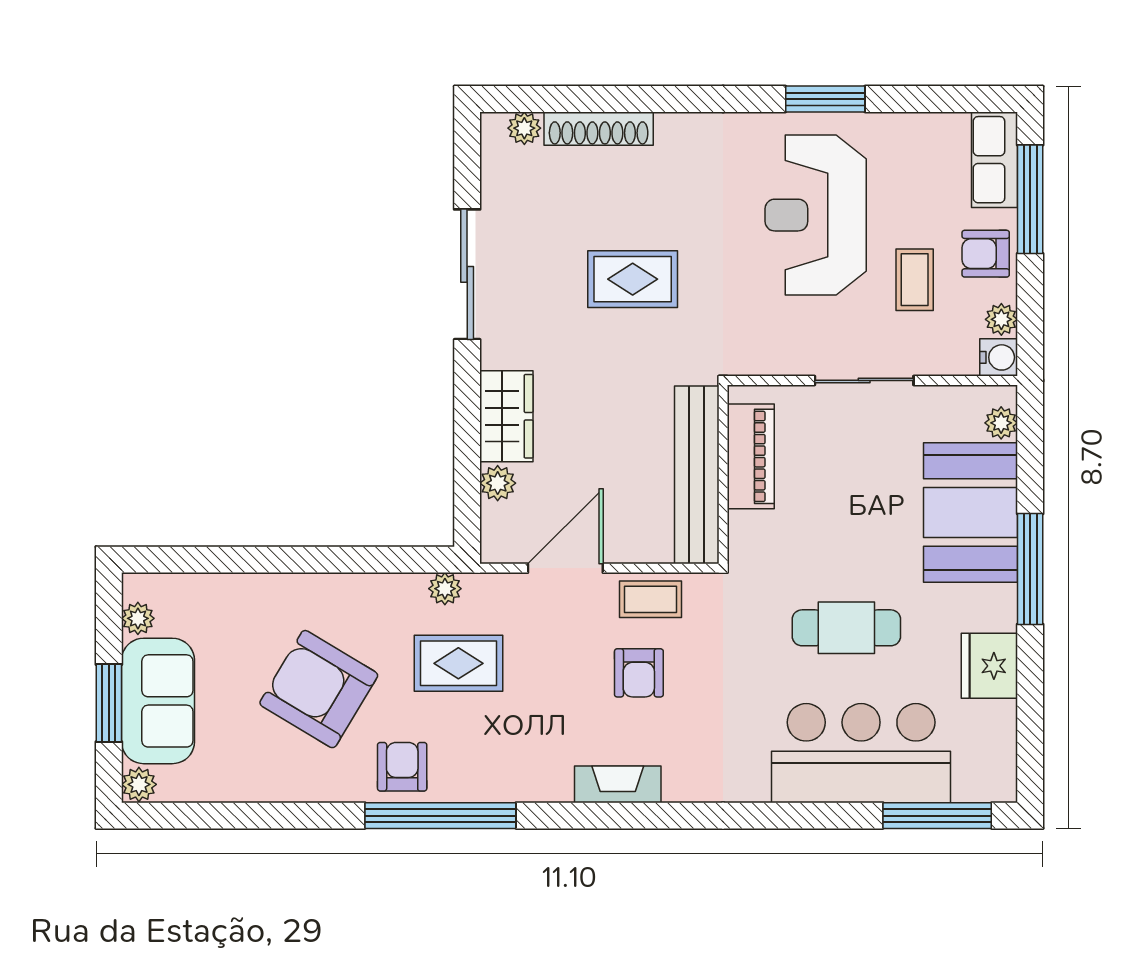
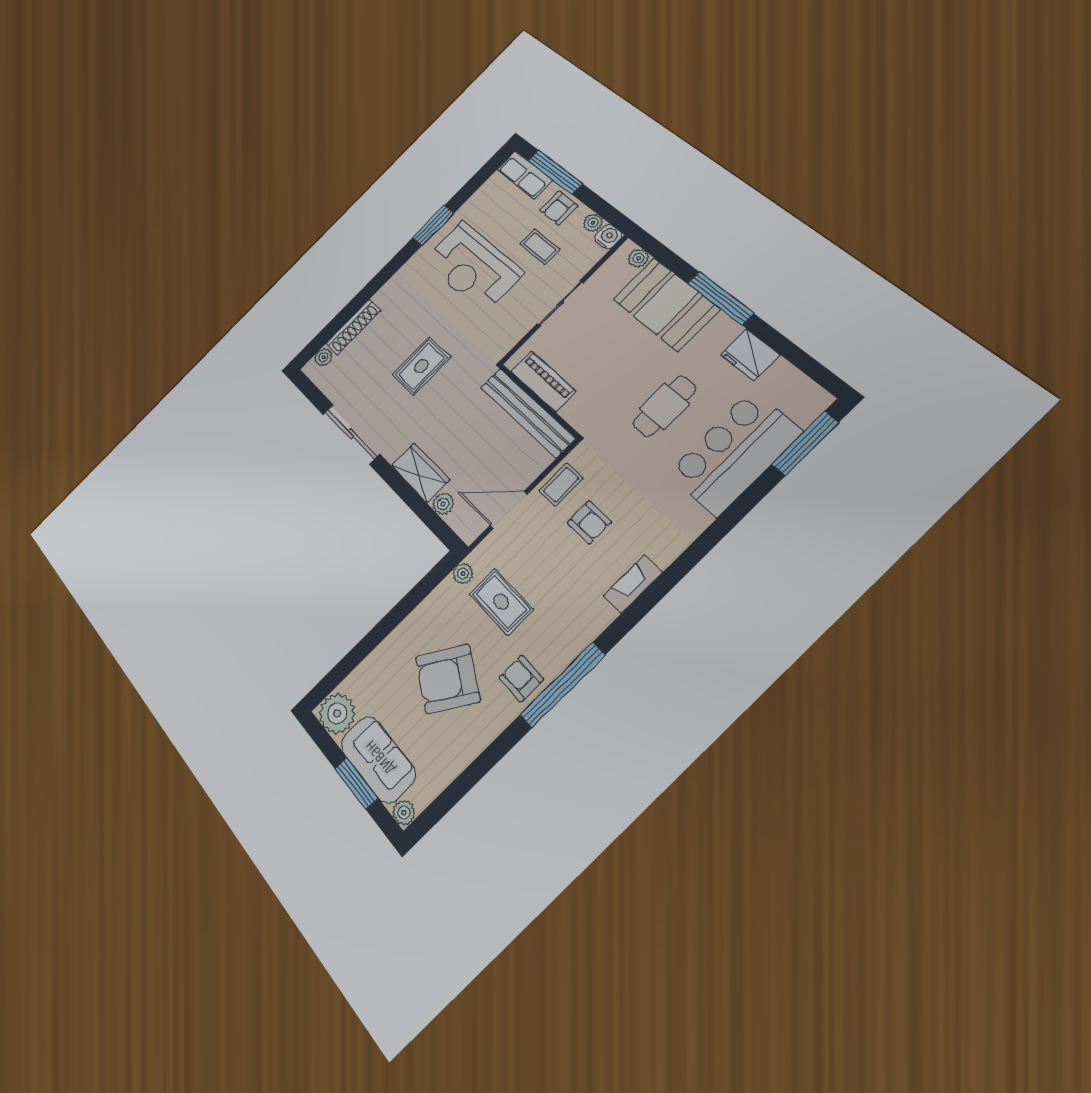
door: (565, 568) -> (509, 510), hinge flipped
plant: (138, 618) -> (337, 713), width x1.87, depth x1.87
rug: (458, 663) -> (501, 602), turned 90

